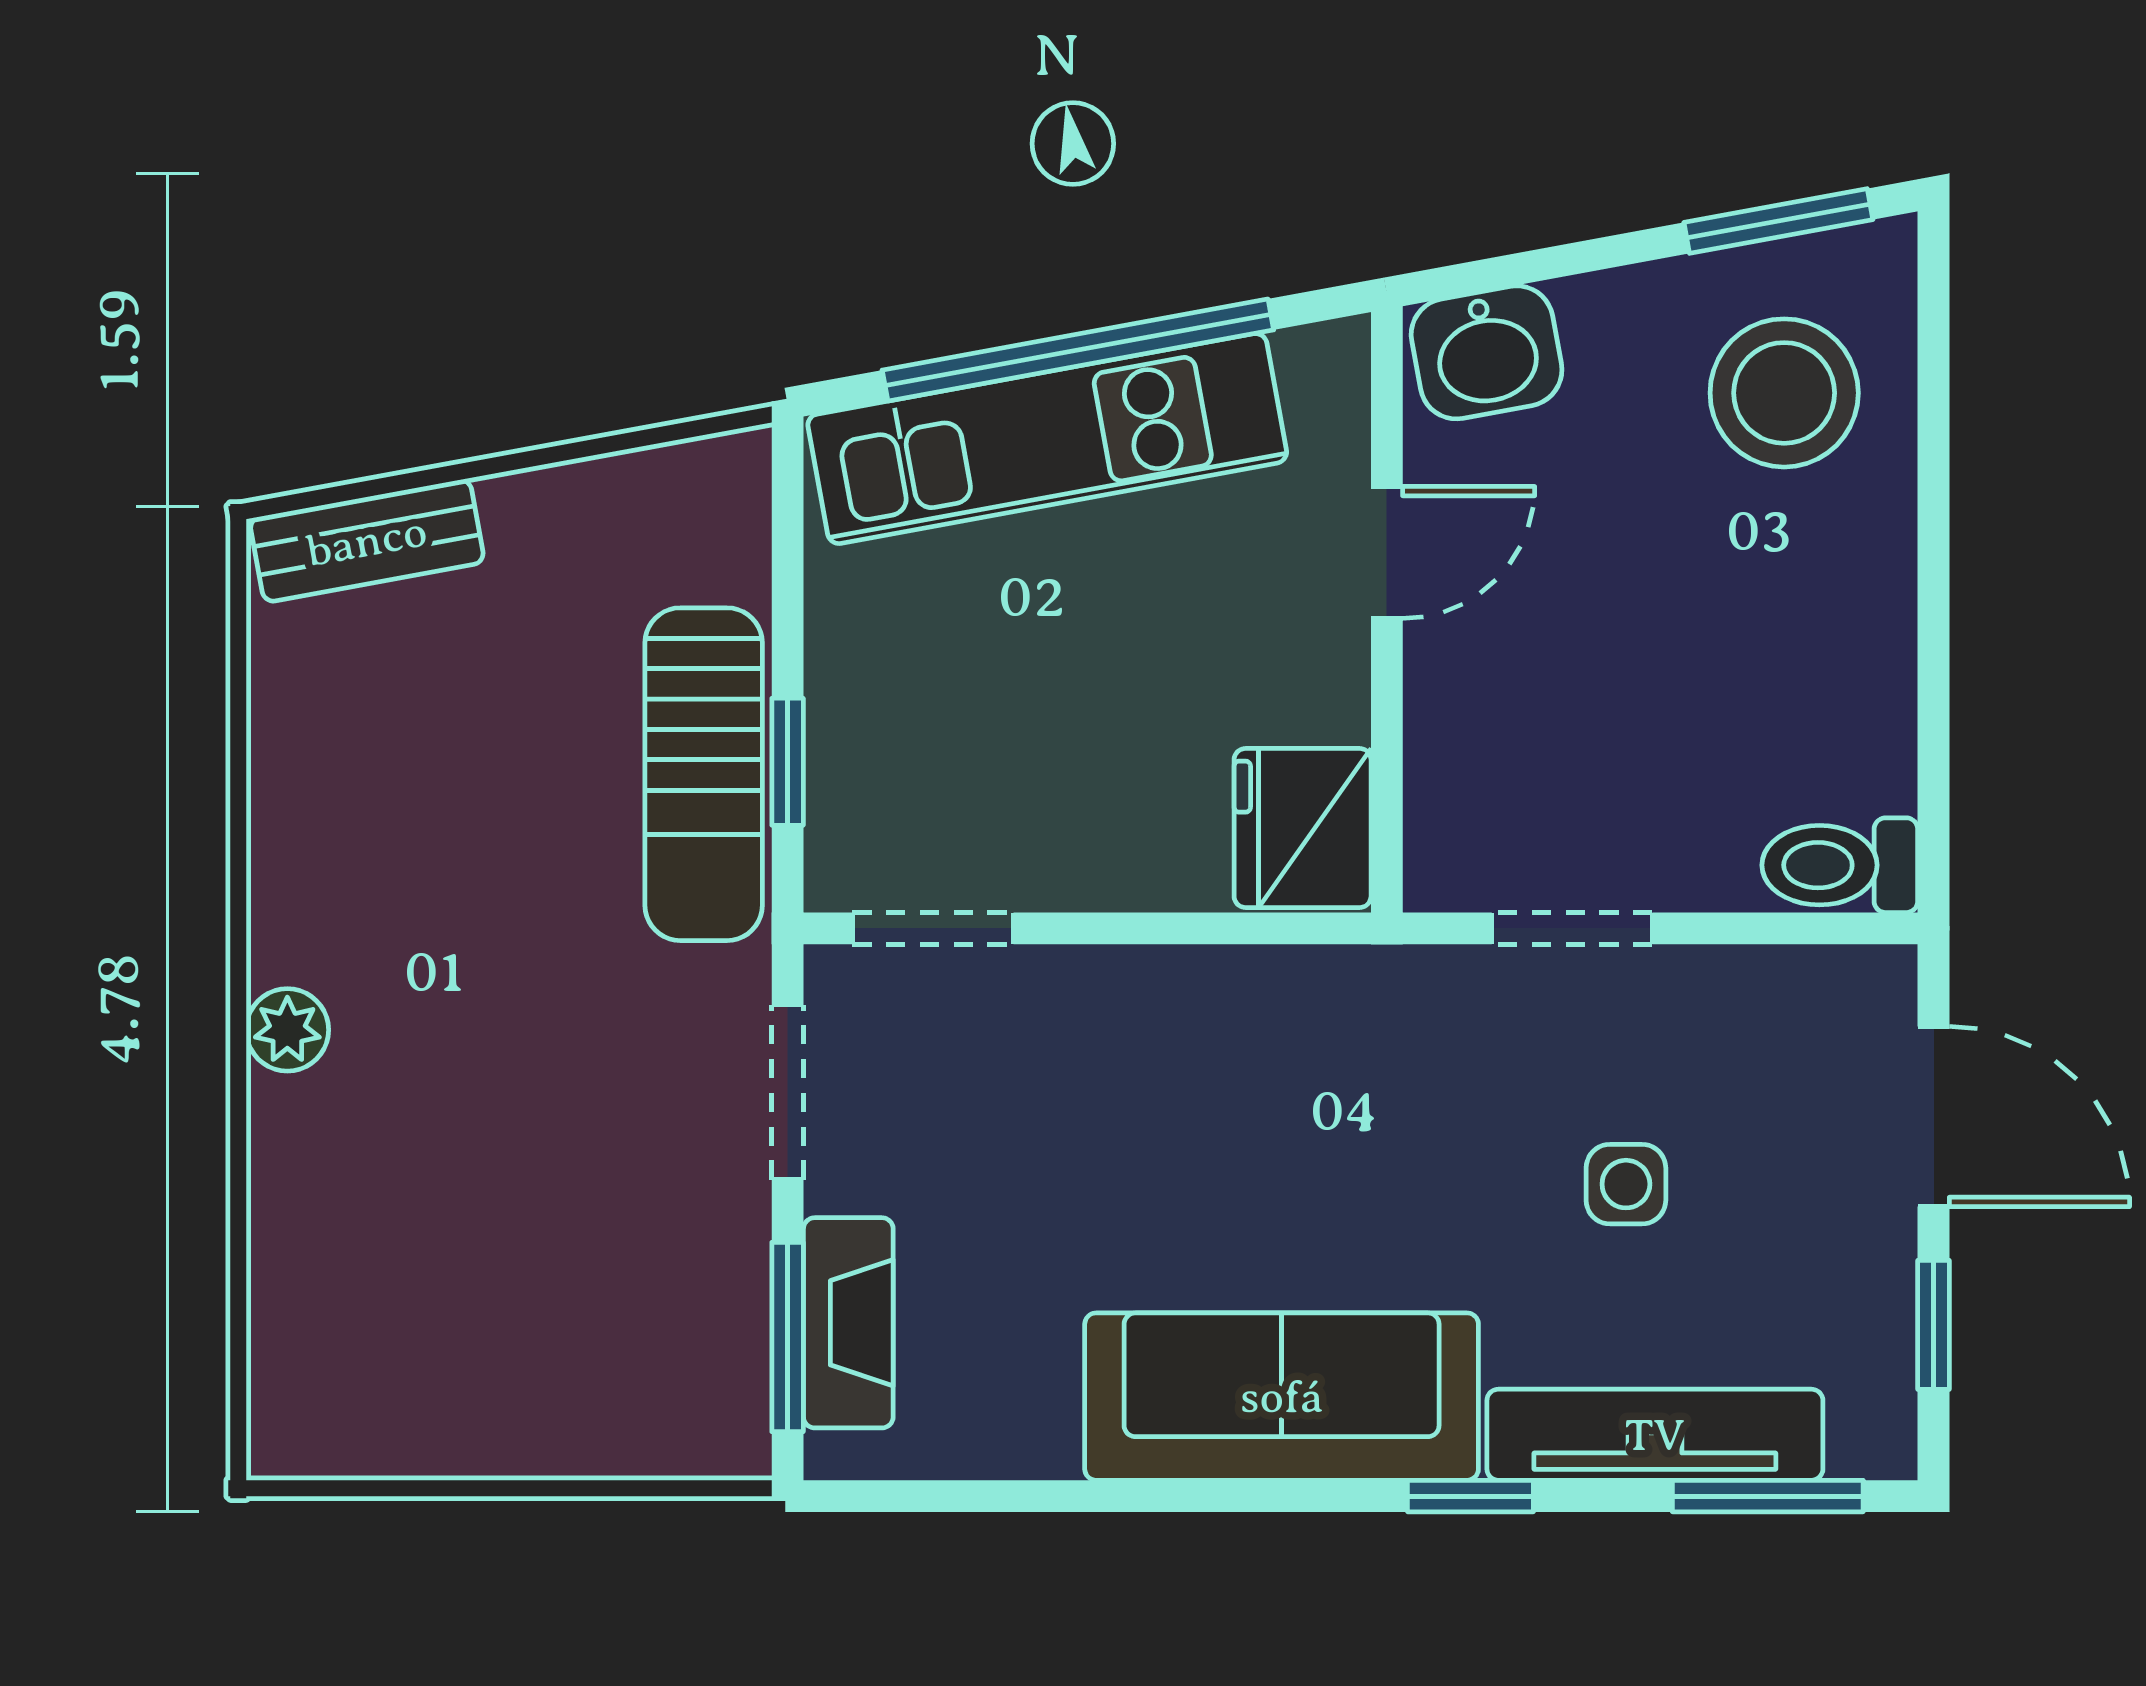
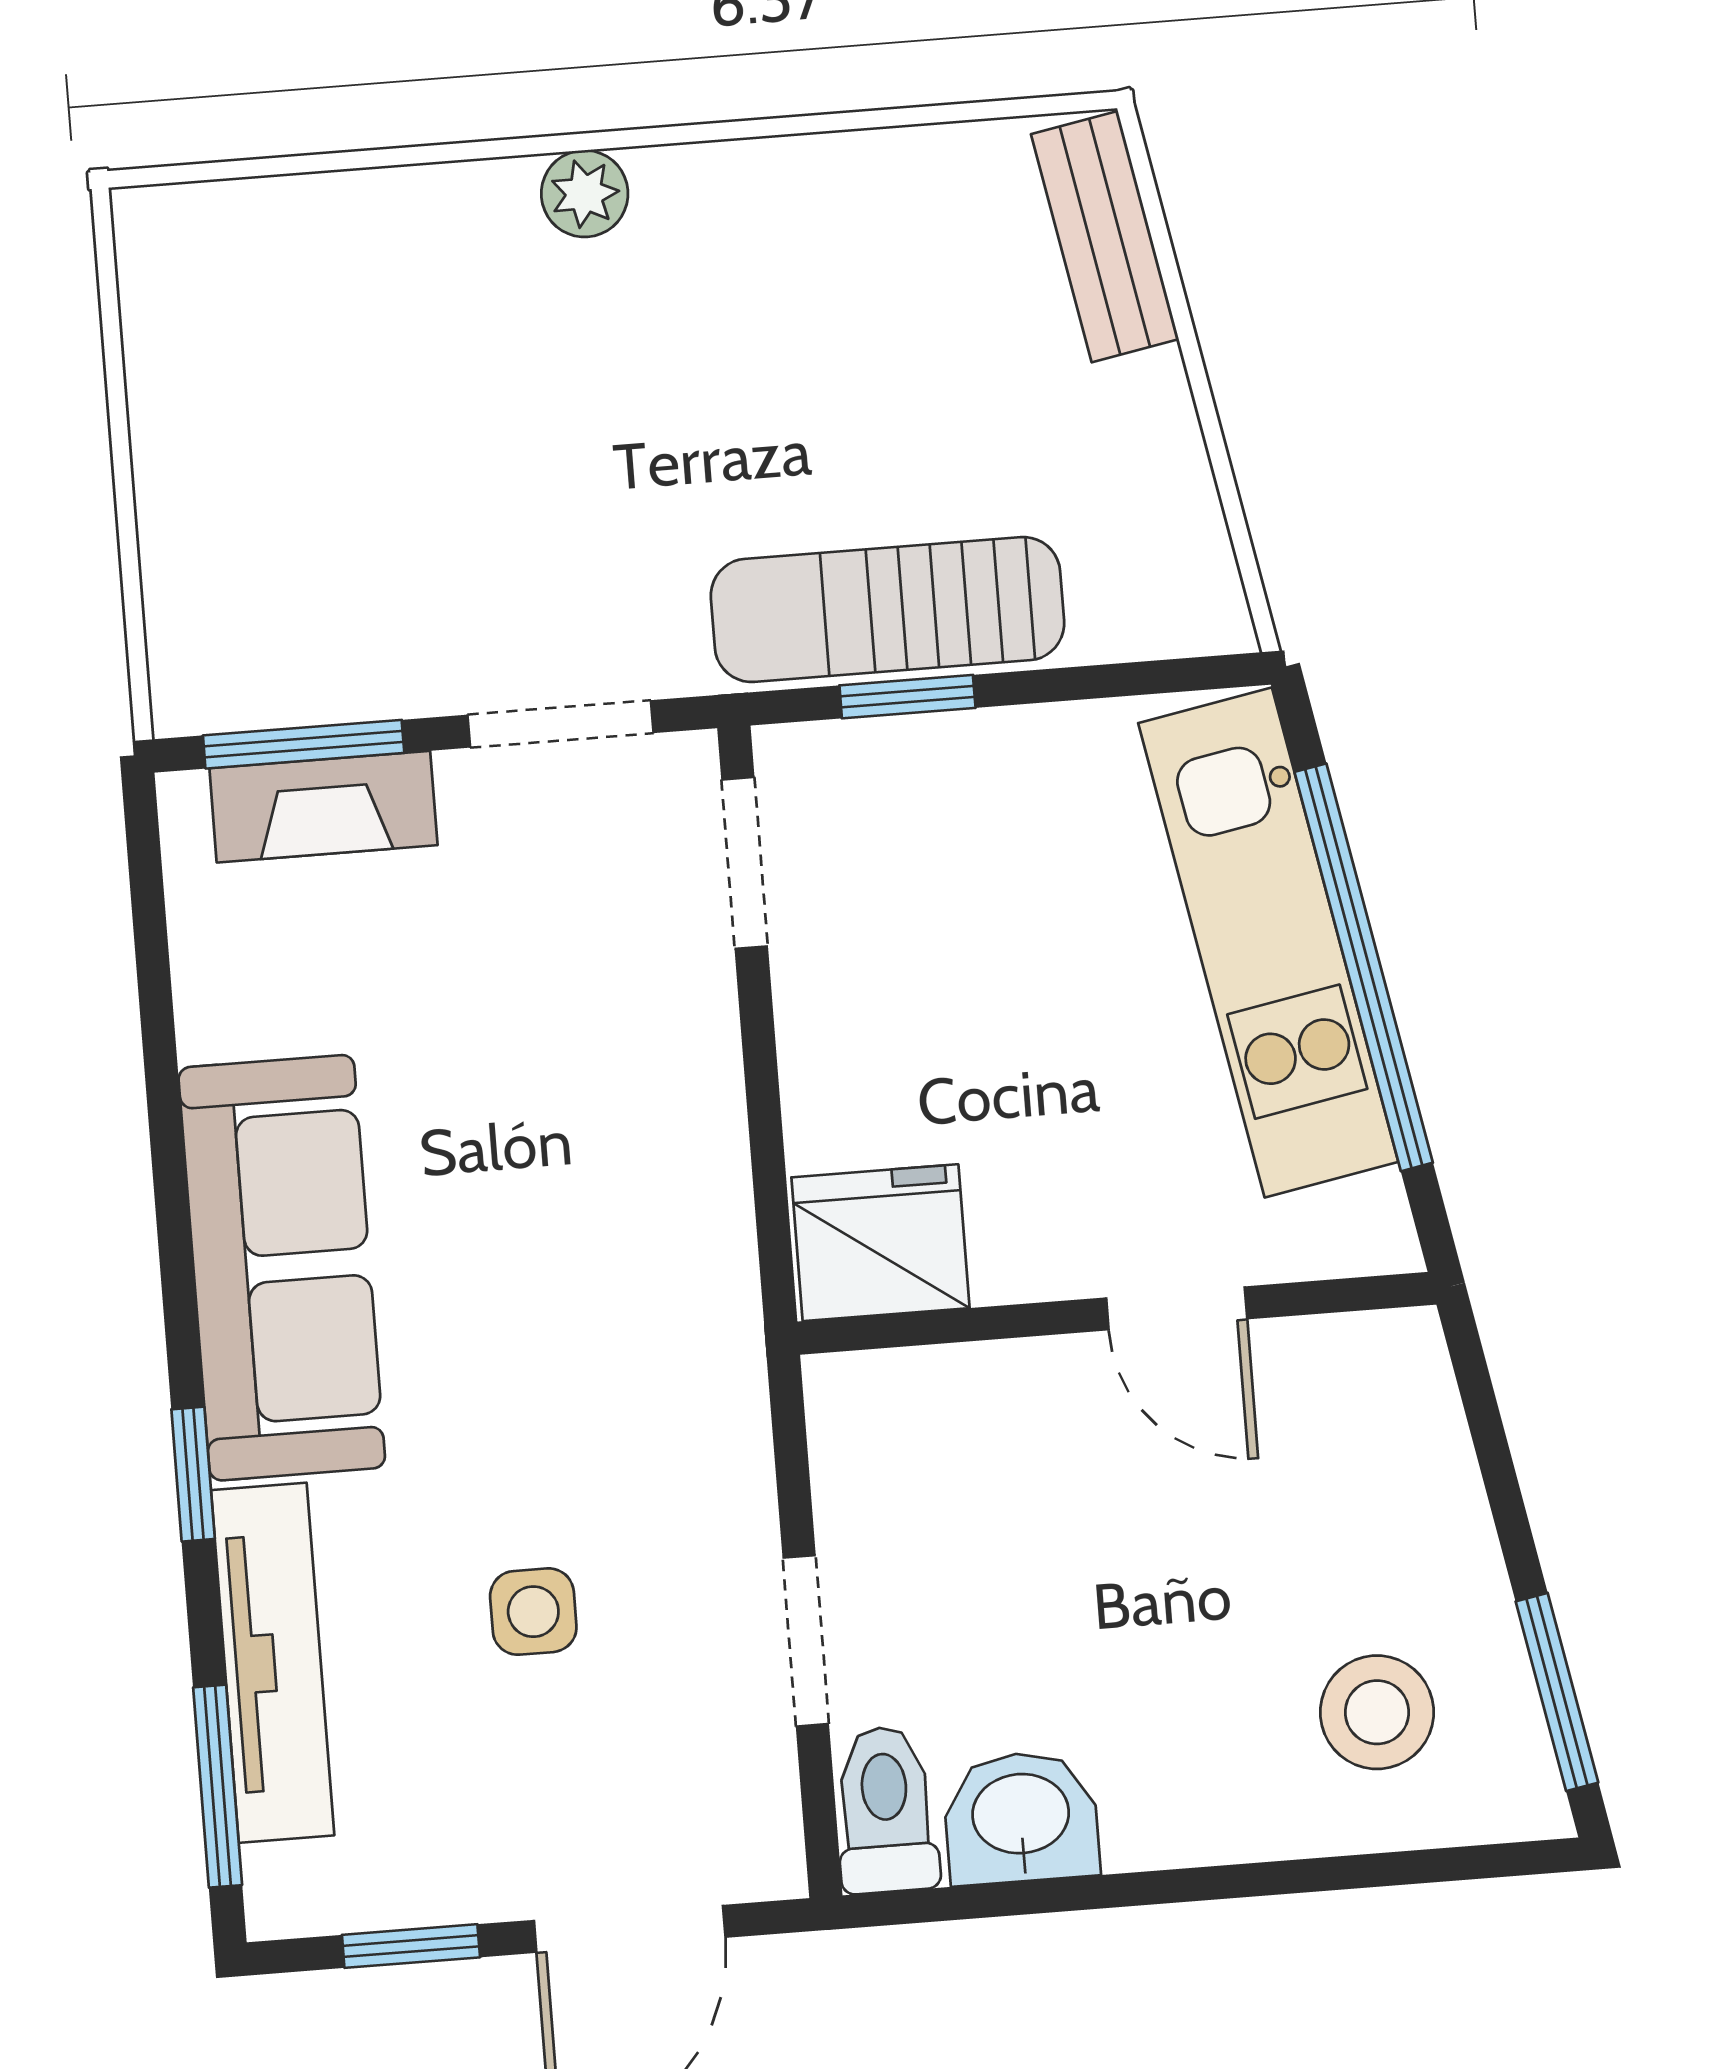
washbasin: (1487, 352) -> (1021, 1817), moved, turned 100
stool: (1784, 393) -> (1377, 1712), width x0.73, depth x0.73
doorway: (1572, 928) -> (806, 1641), moved

